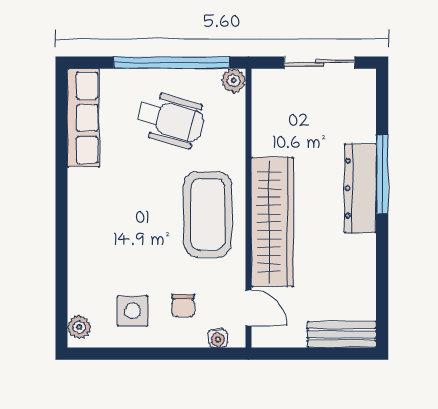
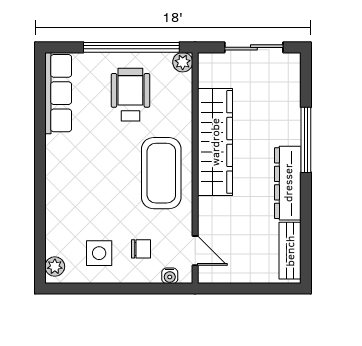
wheelchair: (170, 120) -> (130, 95), turned -106
dresser: (360, 188) -> (288, 183), moved
wardrobe: (272, 222) -> (215, 142), moved
chair: (183, 306) -> (141, 249), turned -90
bench: (342, 335) -> (290, 251), moved, turned 90

